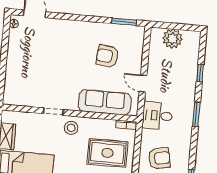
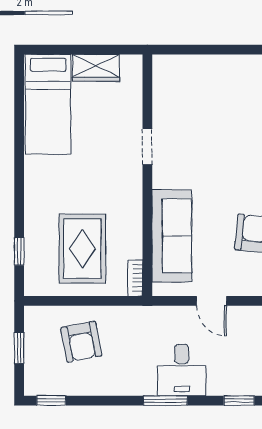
door: (143, 83) -> (211, 301), swing flipped
desk: (157, 116) -> (182, 370), moved, turned 180
stool: (71, 128) -> (121, 180), removed

